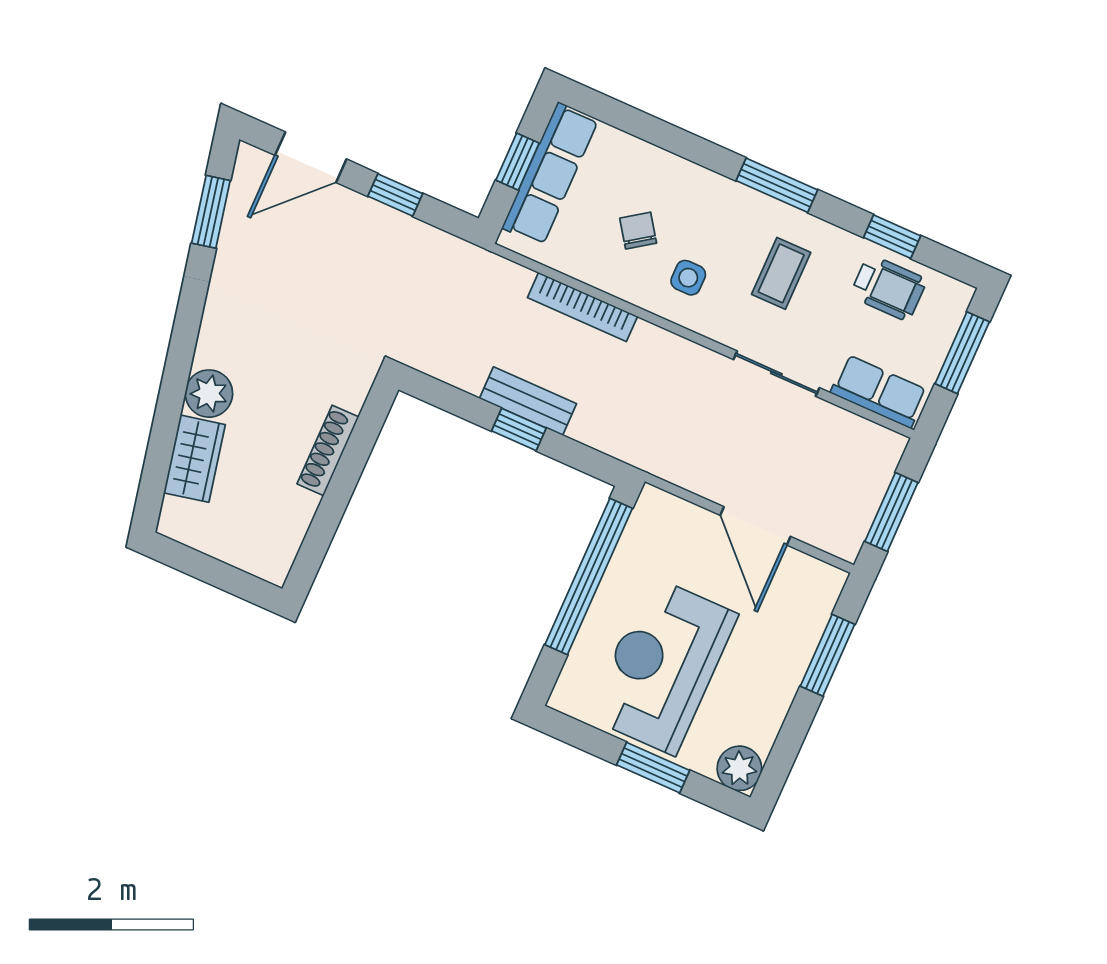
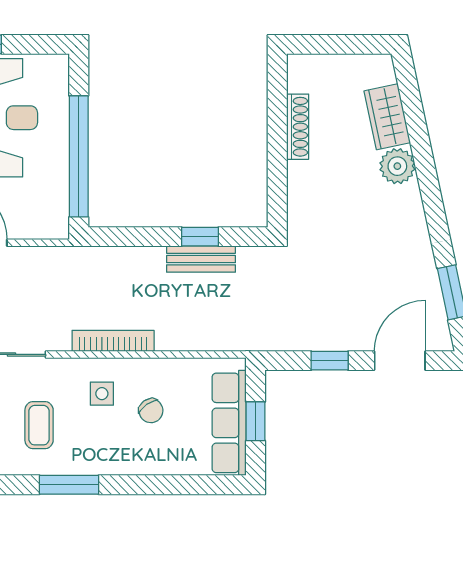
bookcase: (583, 307) -> (113, 341), moved
bench: (528, 401) -> (201, 259), moved
window: (519, 430) -> (200, 237), moved
shoe rack: (328, 450) -> (298, 127), moved

